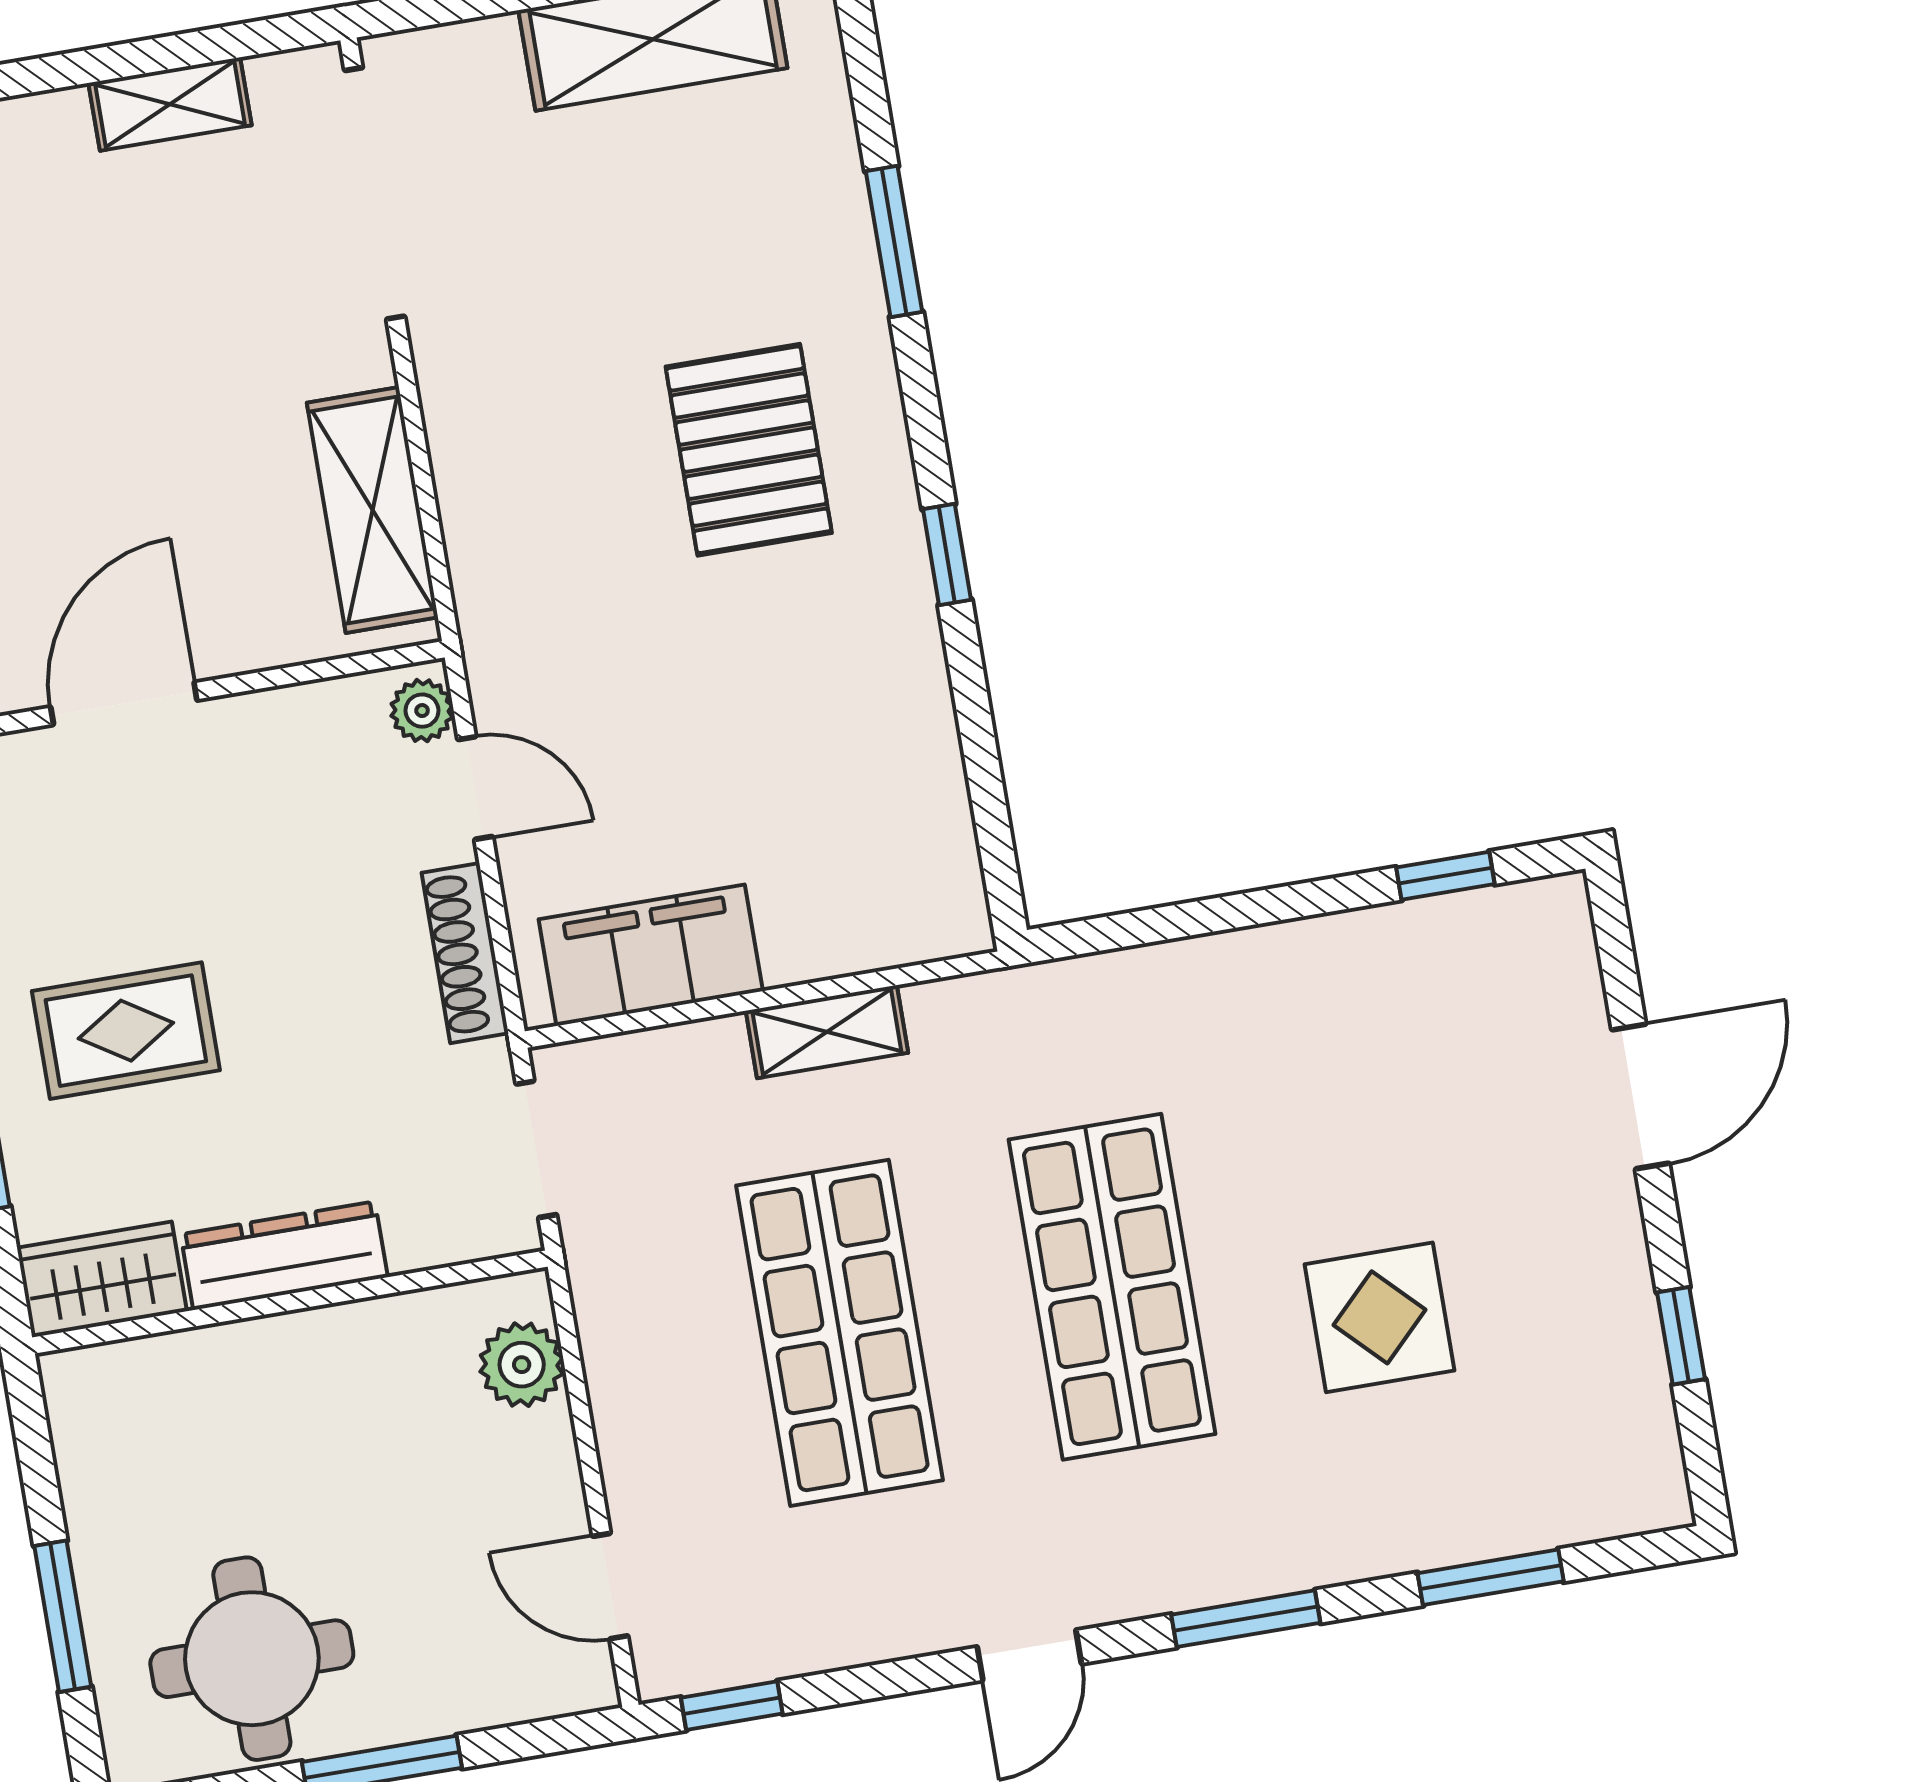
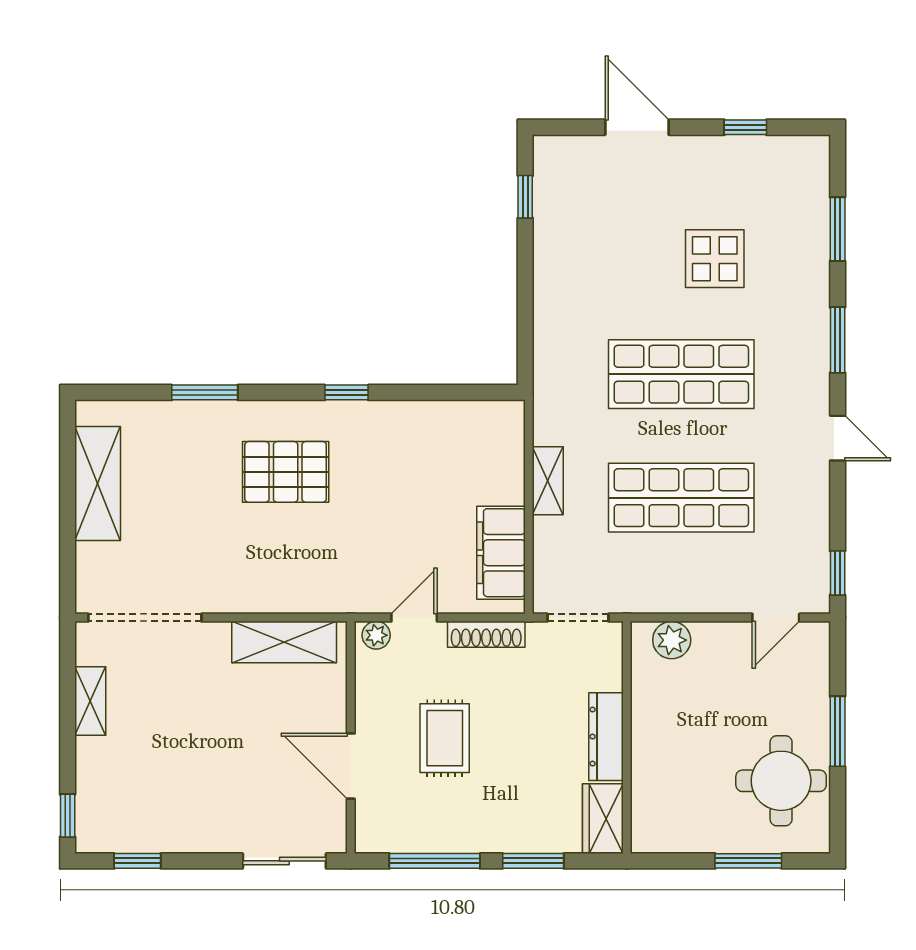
rug: (126, 1031) -> (445, 738), moved

